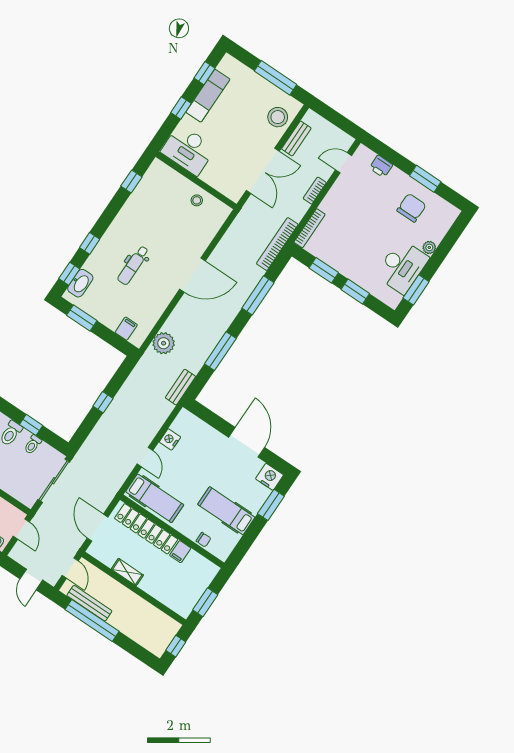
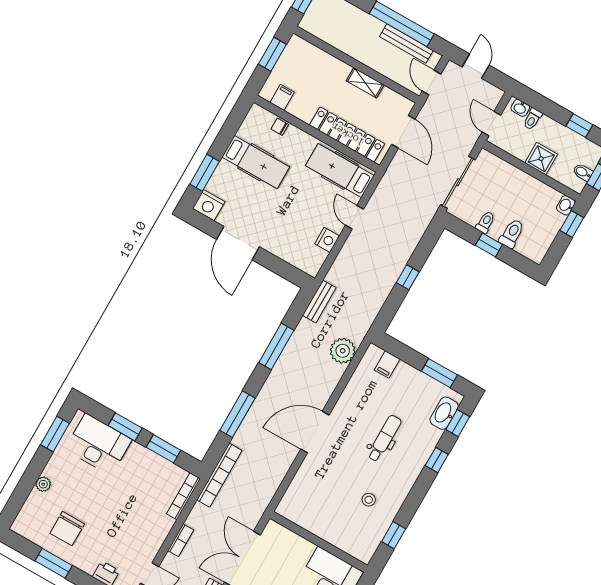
stool: (197, 200) -> (369, 500), moved
desk: (402, 267) -> (98, 444), moved, turned 90
filing cabinet: (180, 552) -> (282, 97), moved

